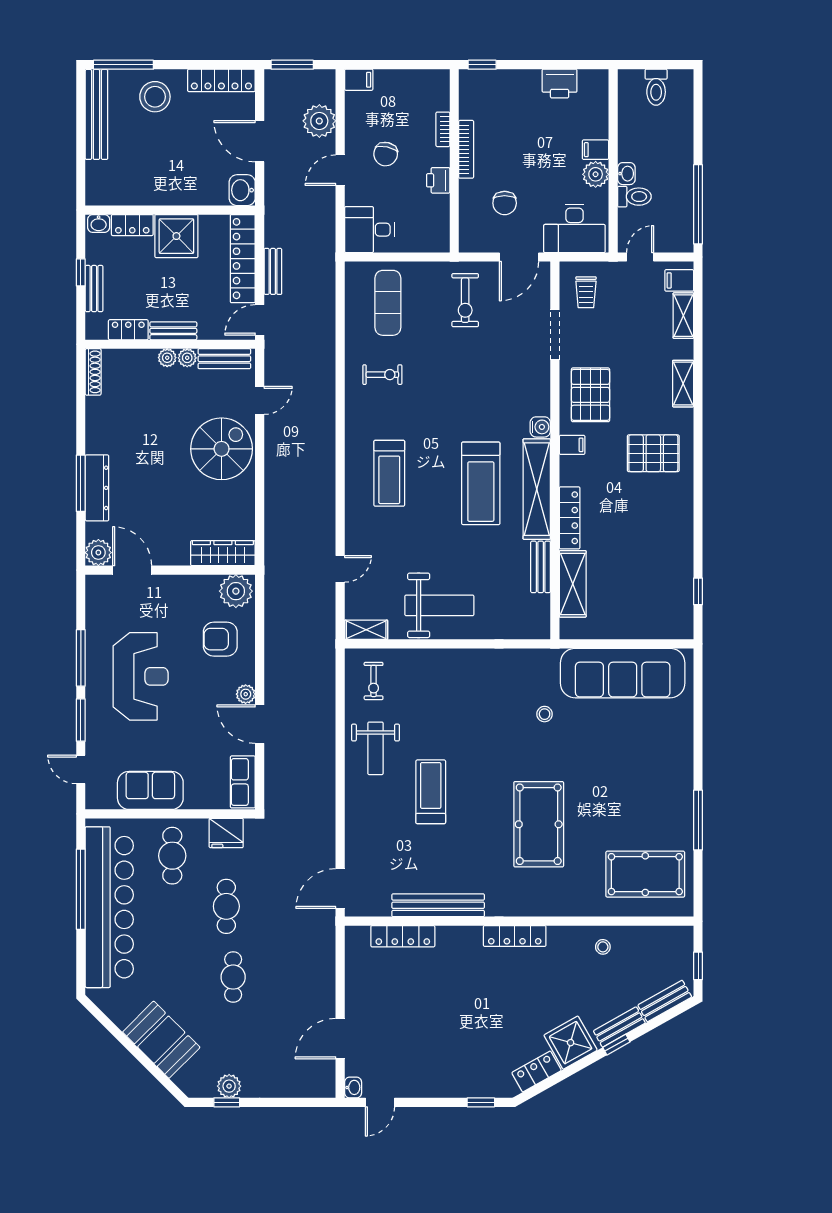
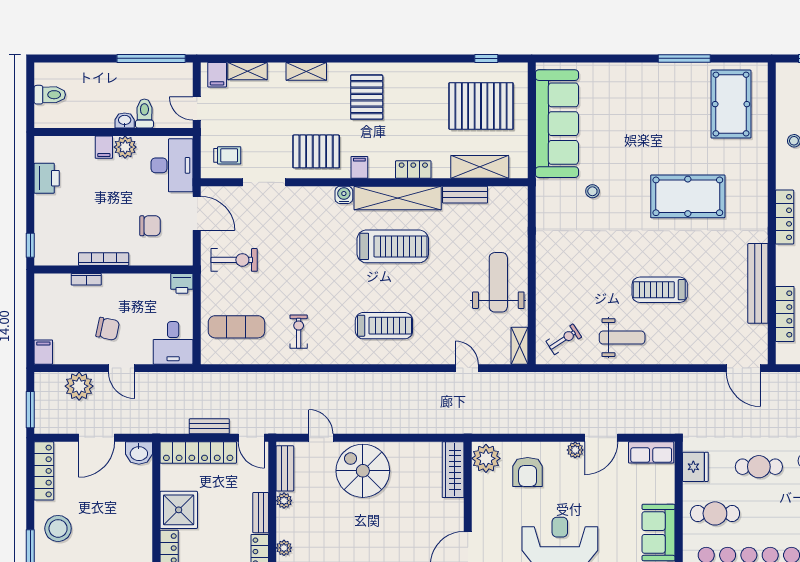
printer: (438, 180) -> (182, 283), moved
plant: (167, 358) -> (284, 548), moved
locker: (570, 518) -> (413, 170), width x0.66
pallet: (643, 585) -> (481, 106), added
exercise bike: (374, 681) -> (564, 339), turned -33

